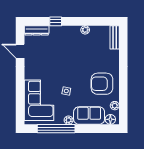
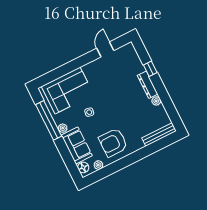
dresser: (37, 30) -> (148, 85), moved
bench: (115, 37) -> (159, 134), width x1.36
armchair: (102, 84) -> (113, 142), turned -90

